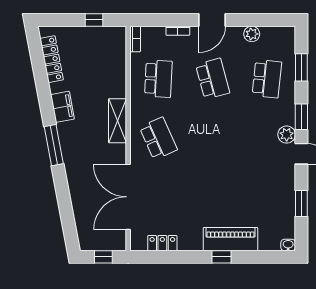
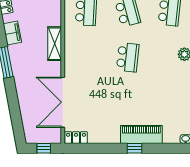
school desk: (158, 138) -> (128, 57), moved, turned 30
locker: (162, 243) -> (76, 138), moved

